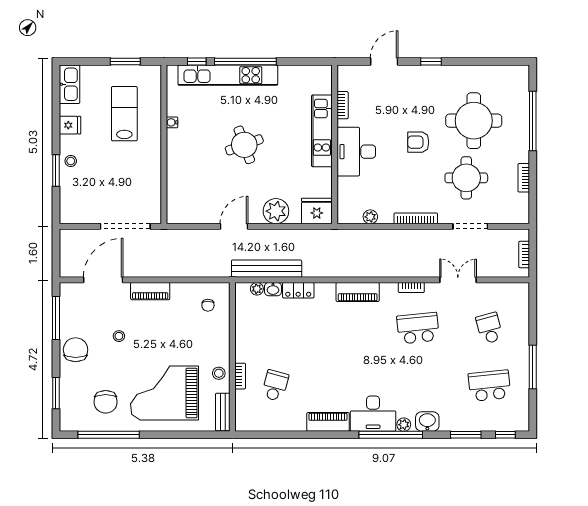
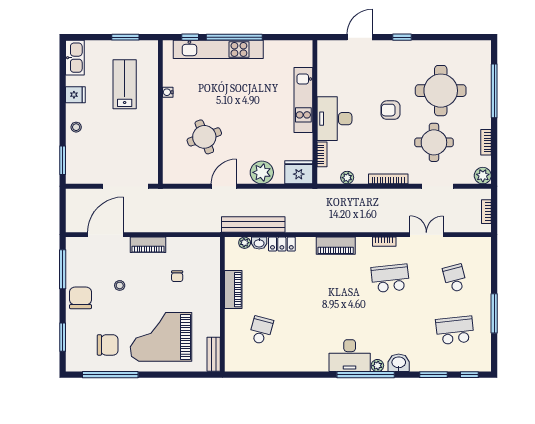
bookcase: (343, 105) -> (322, 154), moved
round table: (244, 145) -> (204, 137), moved
window: (56, 171) -> (63, 160), moved
plant: (520, 215) -> (483, 176), added
chair: (208, 305) -> (177, 276), moved
stool: (219, 373) -> (210, 319), removed
bookcase: (240, 376) -> (229, 322), removed
chair: (106, 402) -> (108, 345), turned -90
piano: (328, 422) -> (233, 290), moved, turned 90

